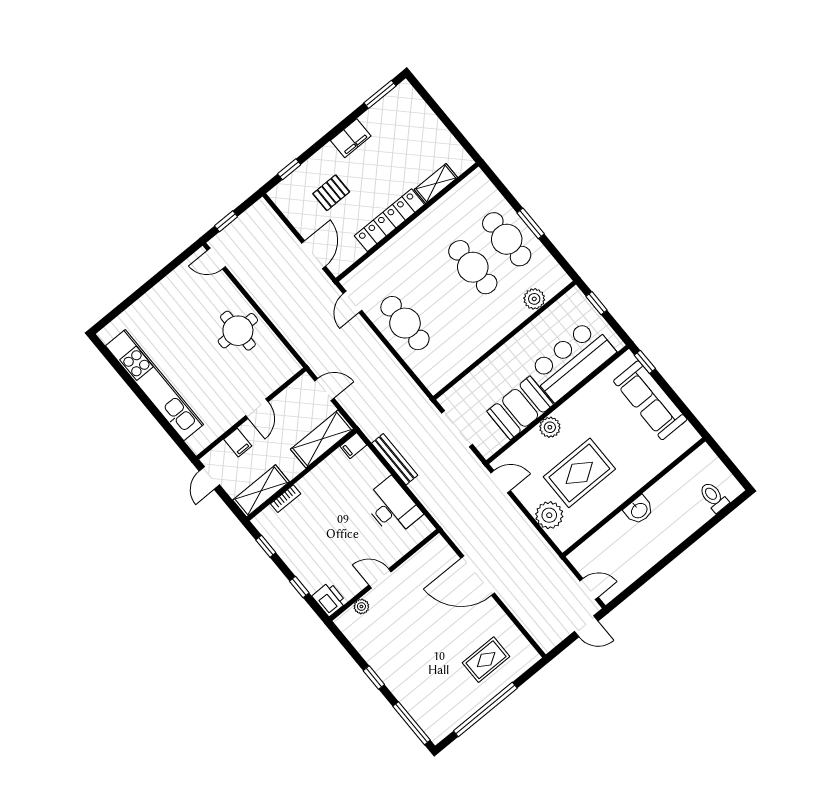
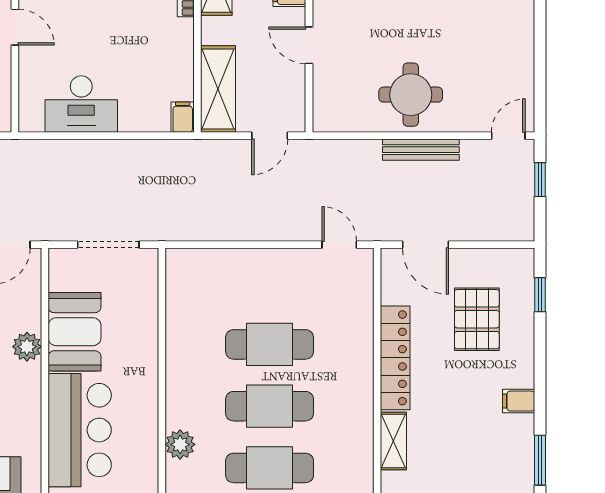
filing cabinet: (351, 138) -> (519, 401), width x0.50
pallet: (331, 193) -> (477, 319), width x1.50, depth x1.42
cafe table: (405, 323) -> (270, 344), moved
bench: (395, 459) -> (421, 150), moved
door: (380, 578) -> (15, 27), hinge flipped

